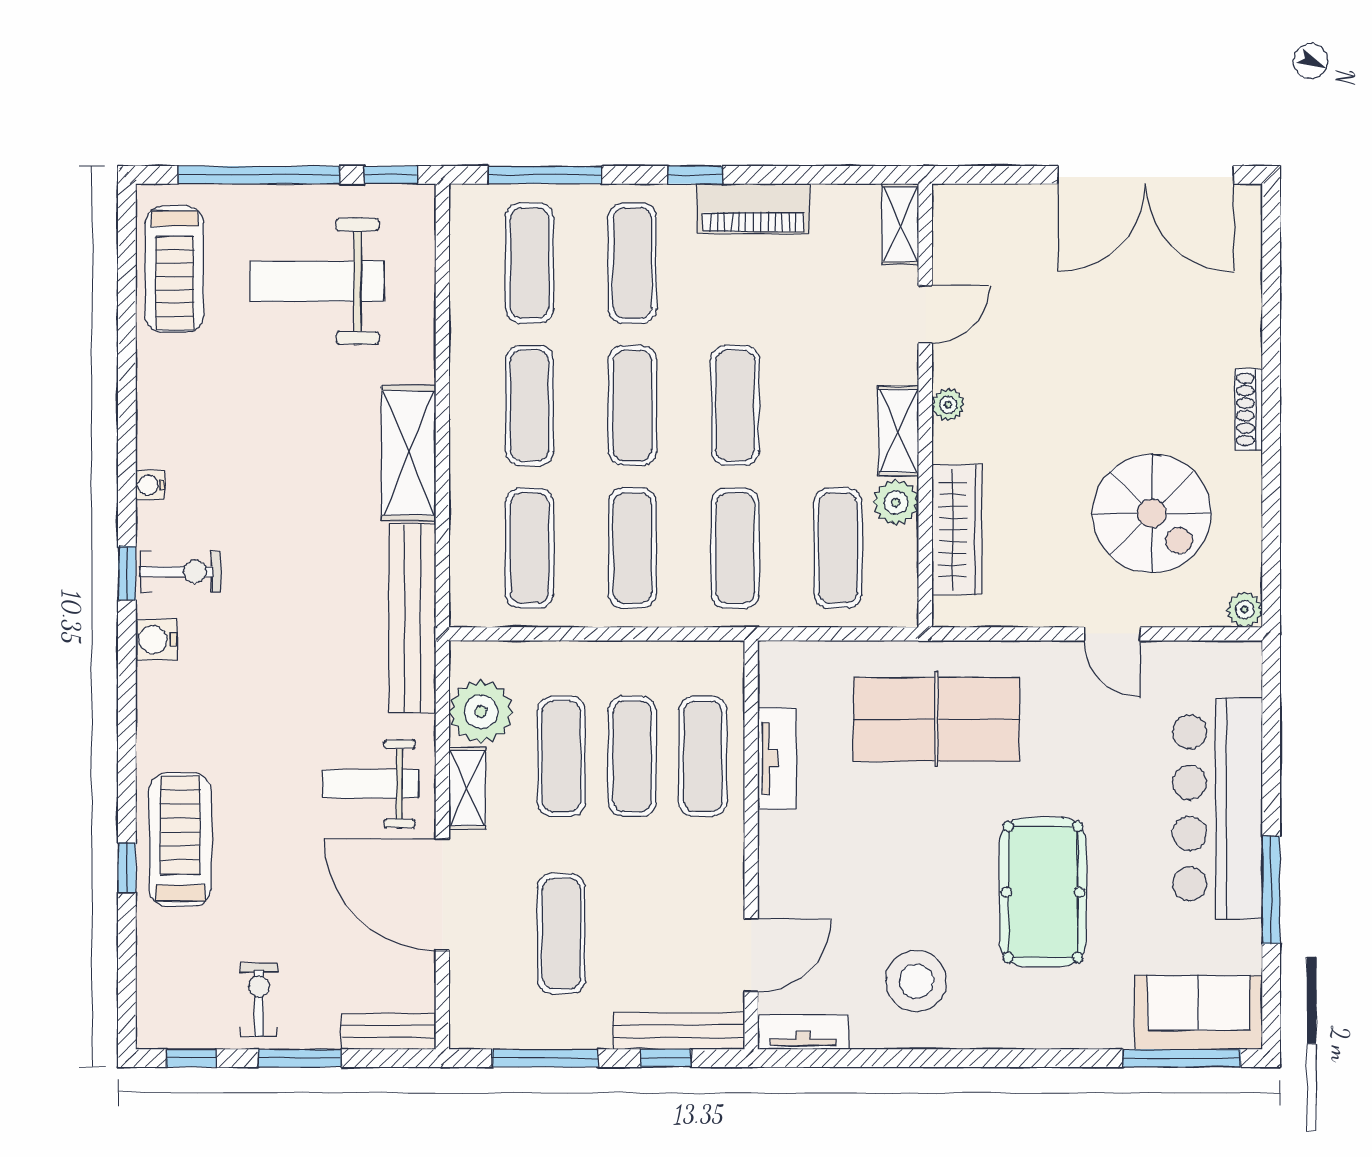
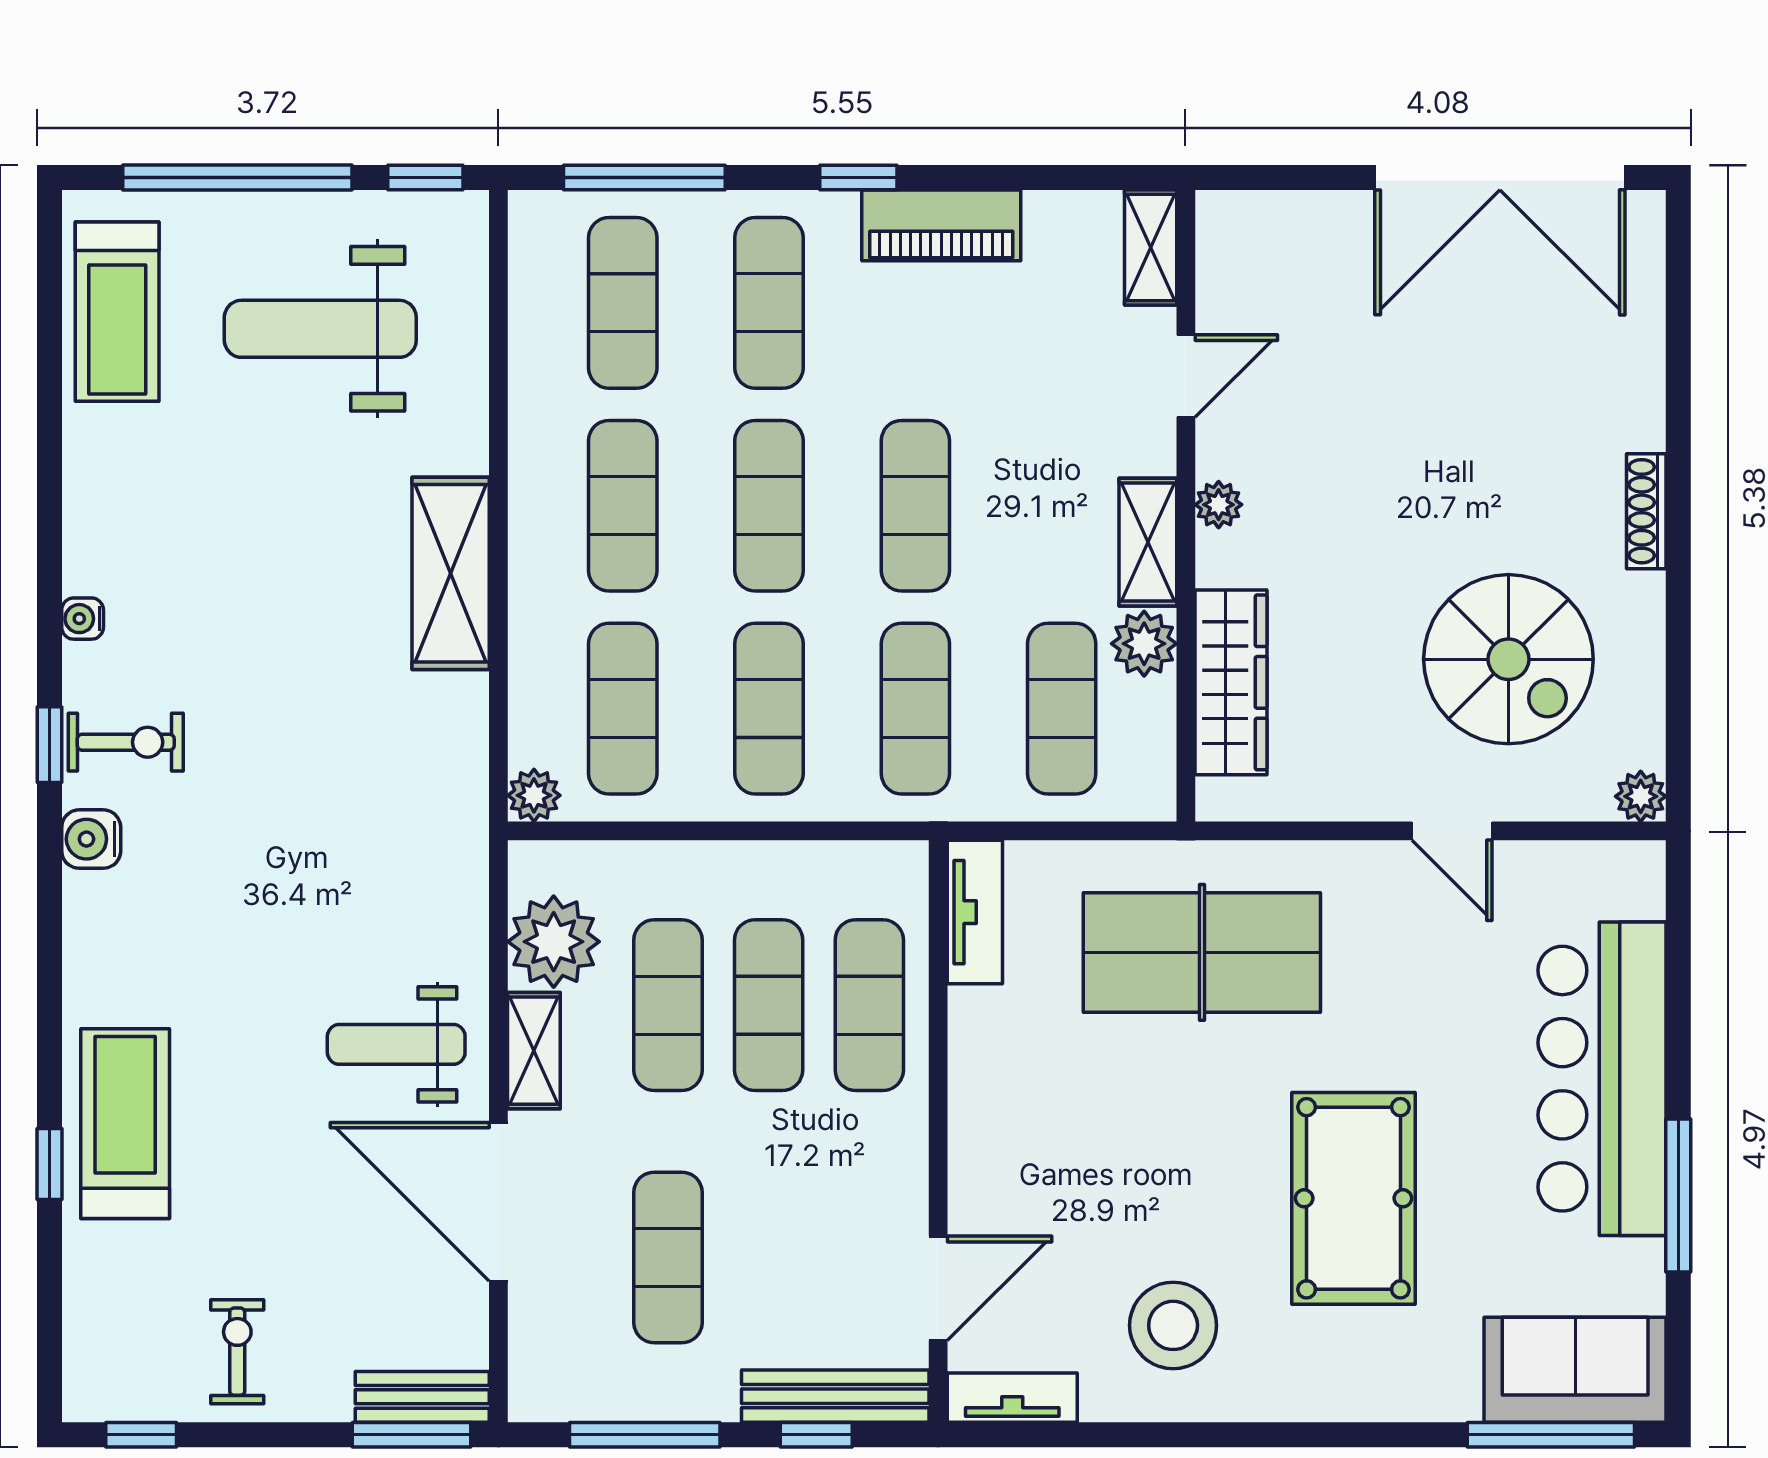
plant: (467, 609) -> (534, 795), added
bench: (412, 618) -> (456, 809), removed
tv unit: (777, 758) -> (975, 912), moved
window: (300, 1058) -> (411, 1435), moved

